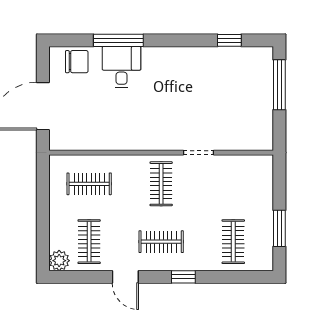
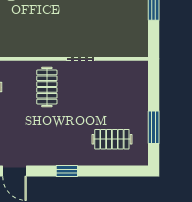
clothes rail: (161, 242) -> (47, 139), removed
clothes rail: (233, 242) -> (112, 139), turned 90

